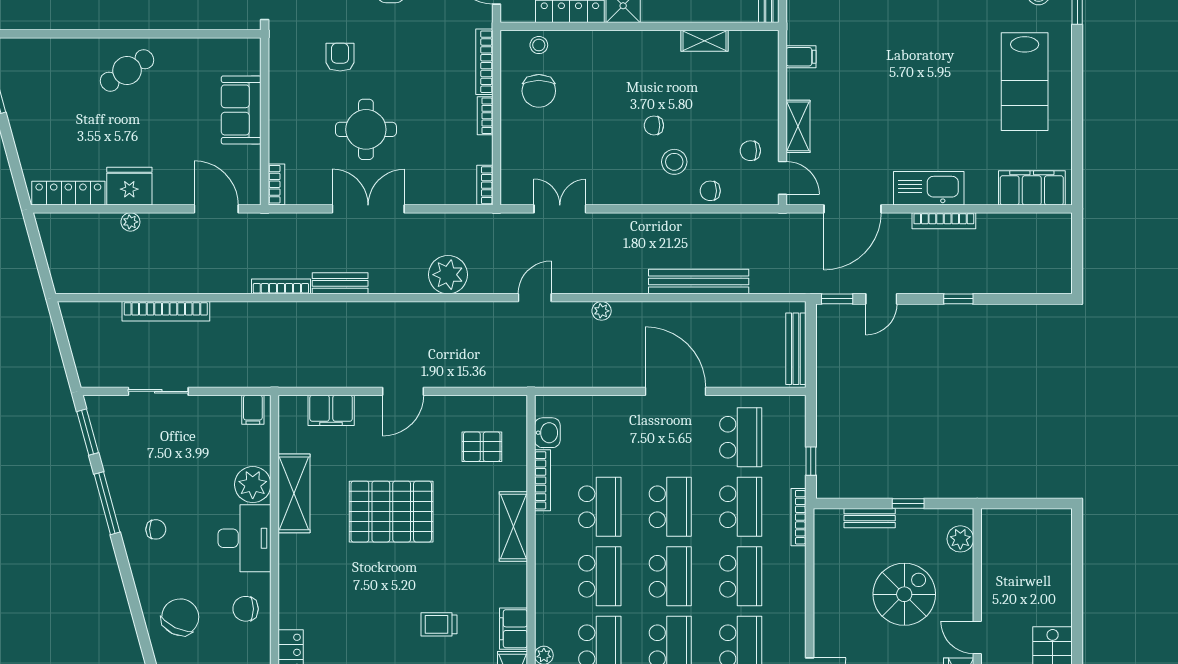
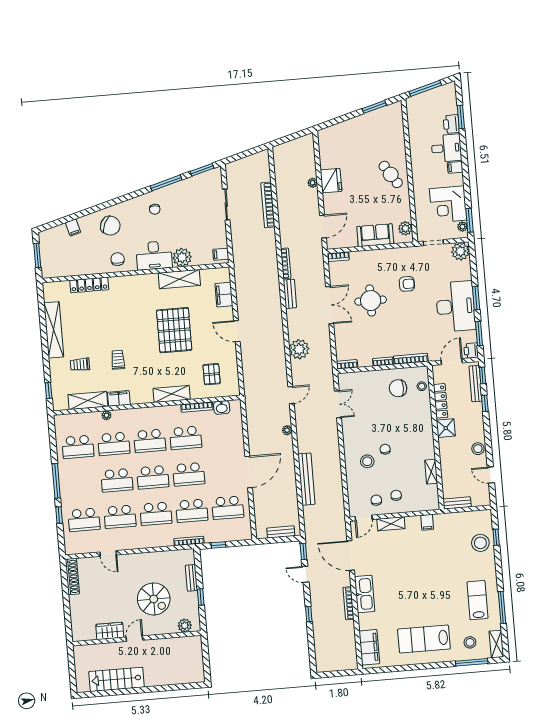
plant: (233, 51) -> (405, 228), added
chair: (710, 191) -> (396, 495), moved
locker: (68, 193) -> (325, 149), removed
door: (535, 298) -> (291, 395), hinge flipped
bench: (796, 349) -> (281, 532), width x0.73

